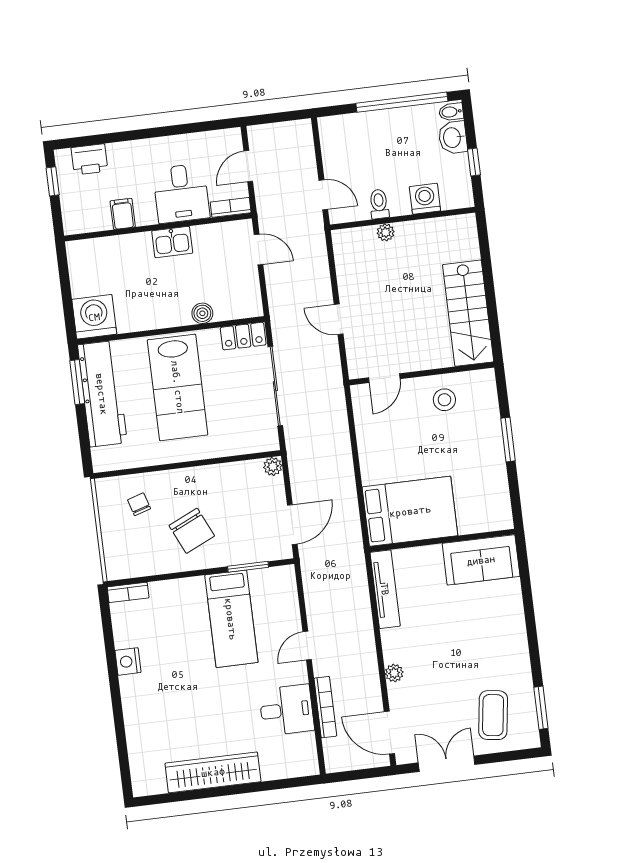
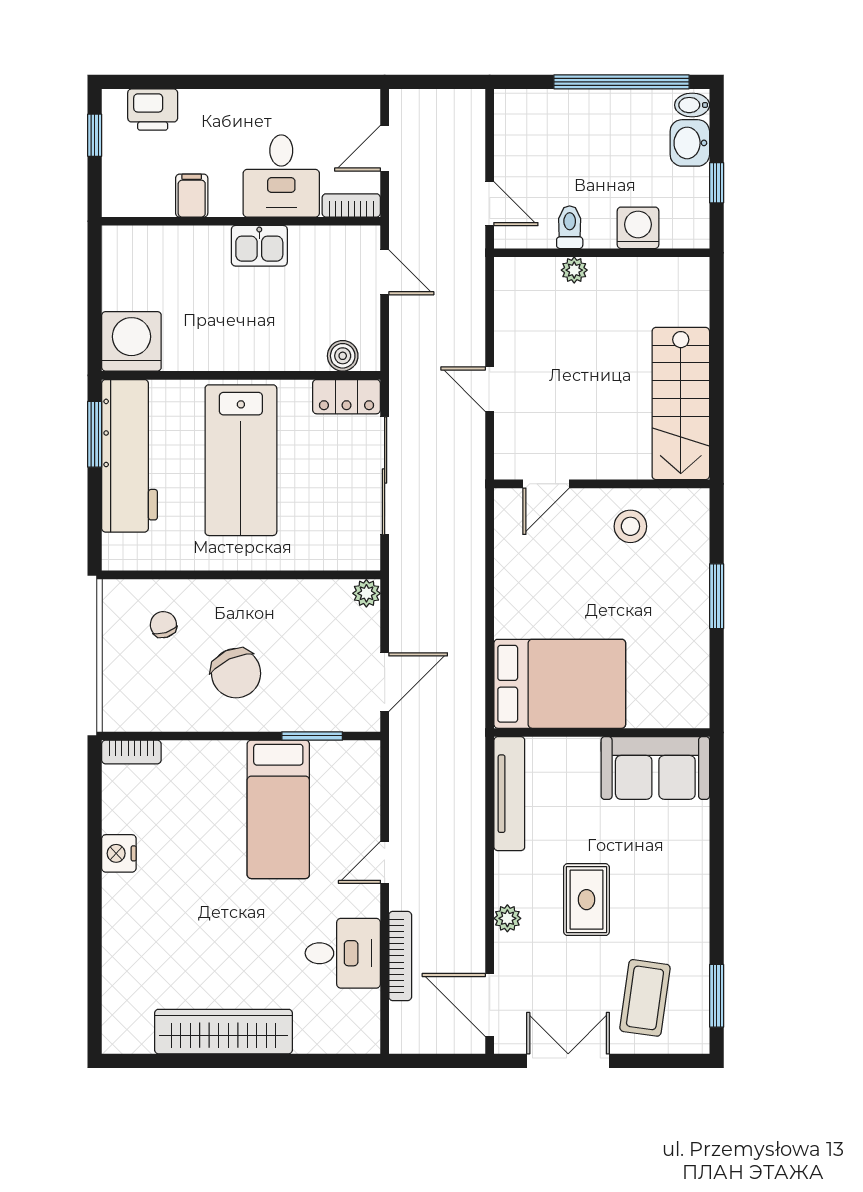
boiler: (202, 313) -> (343, 356), moved
rug: (446, 654) -> (586, 900), added

